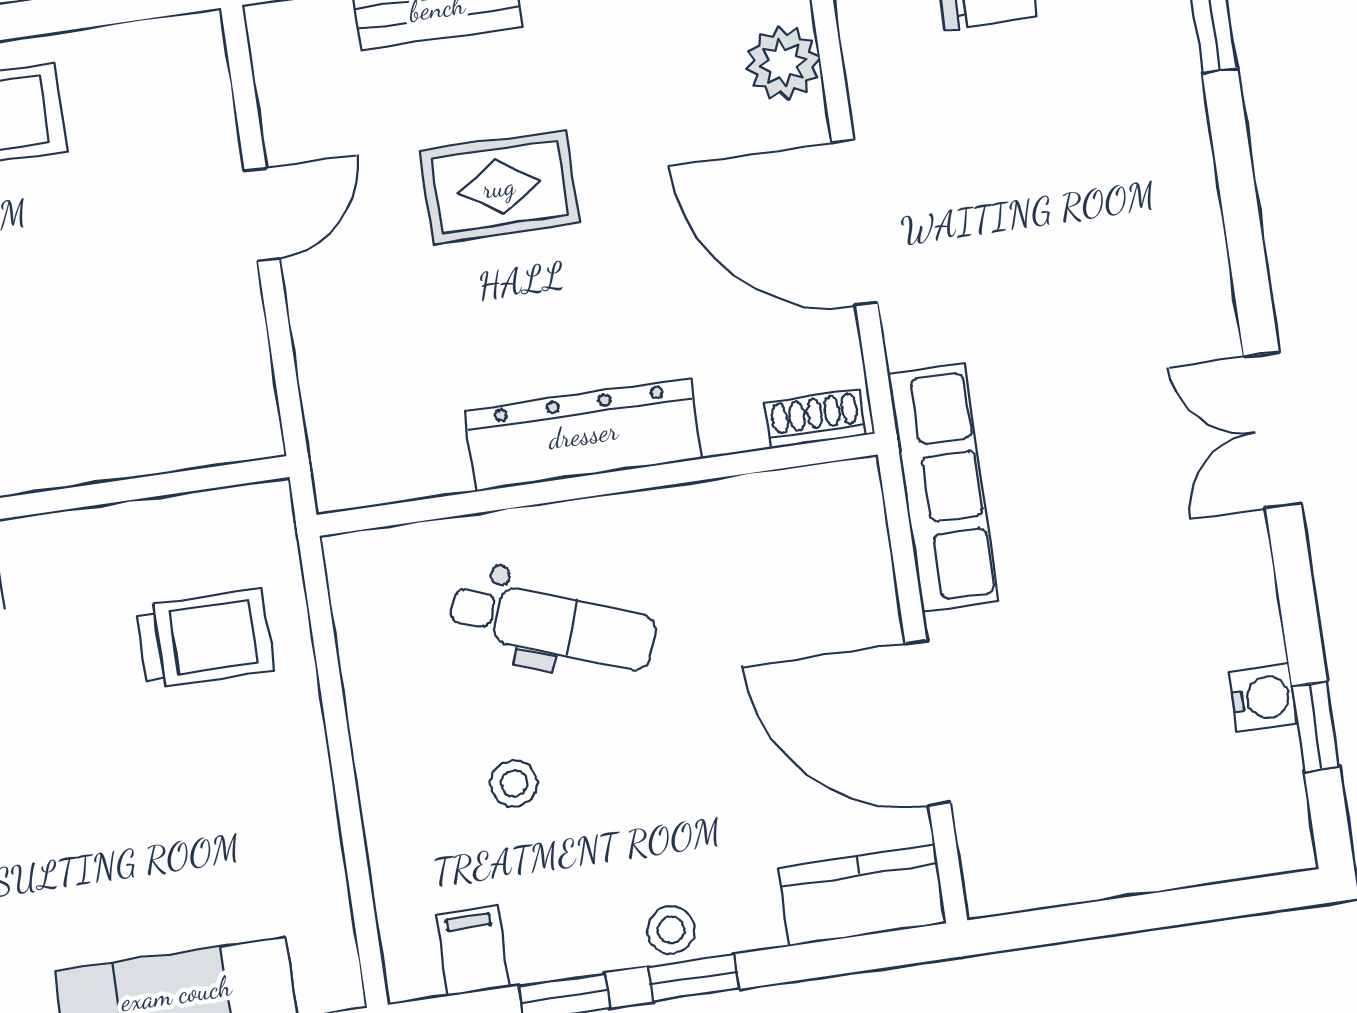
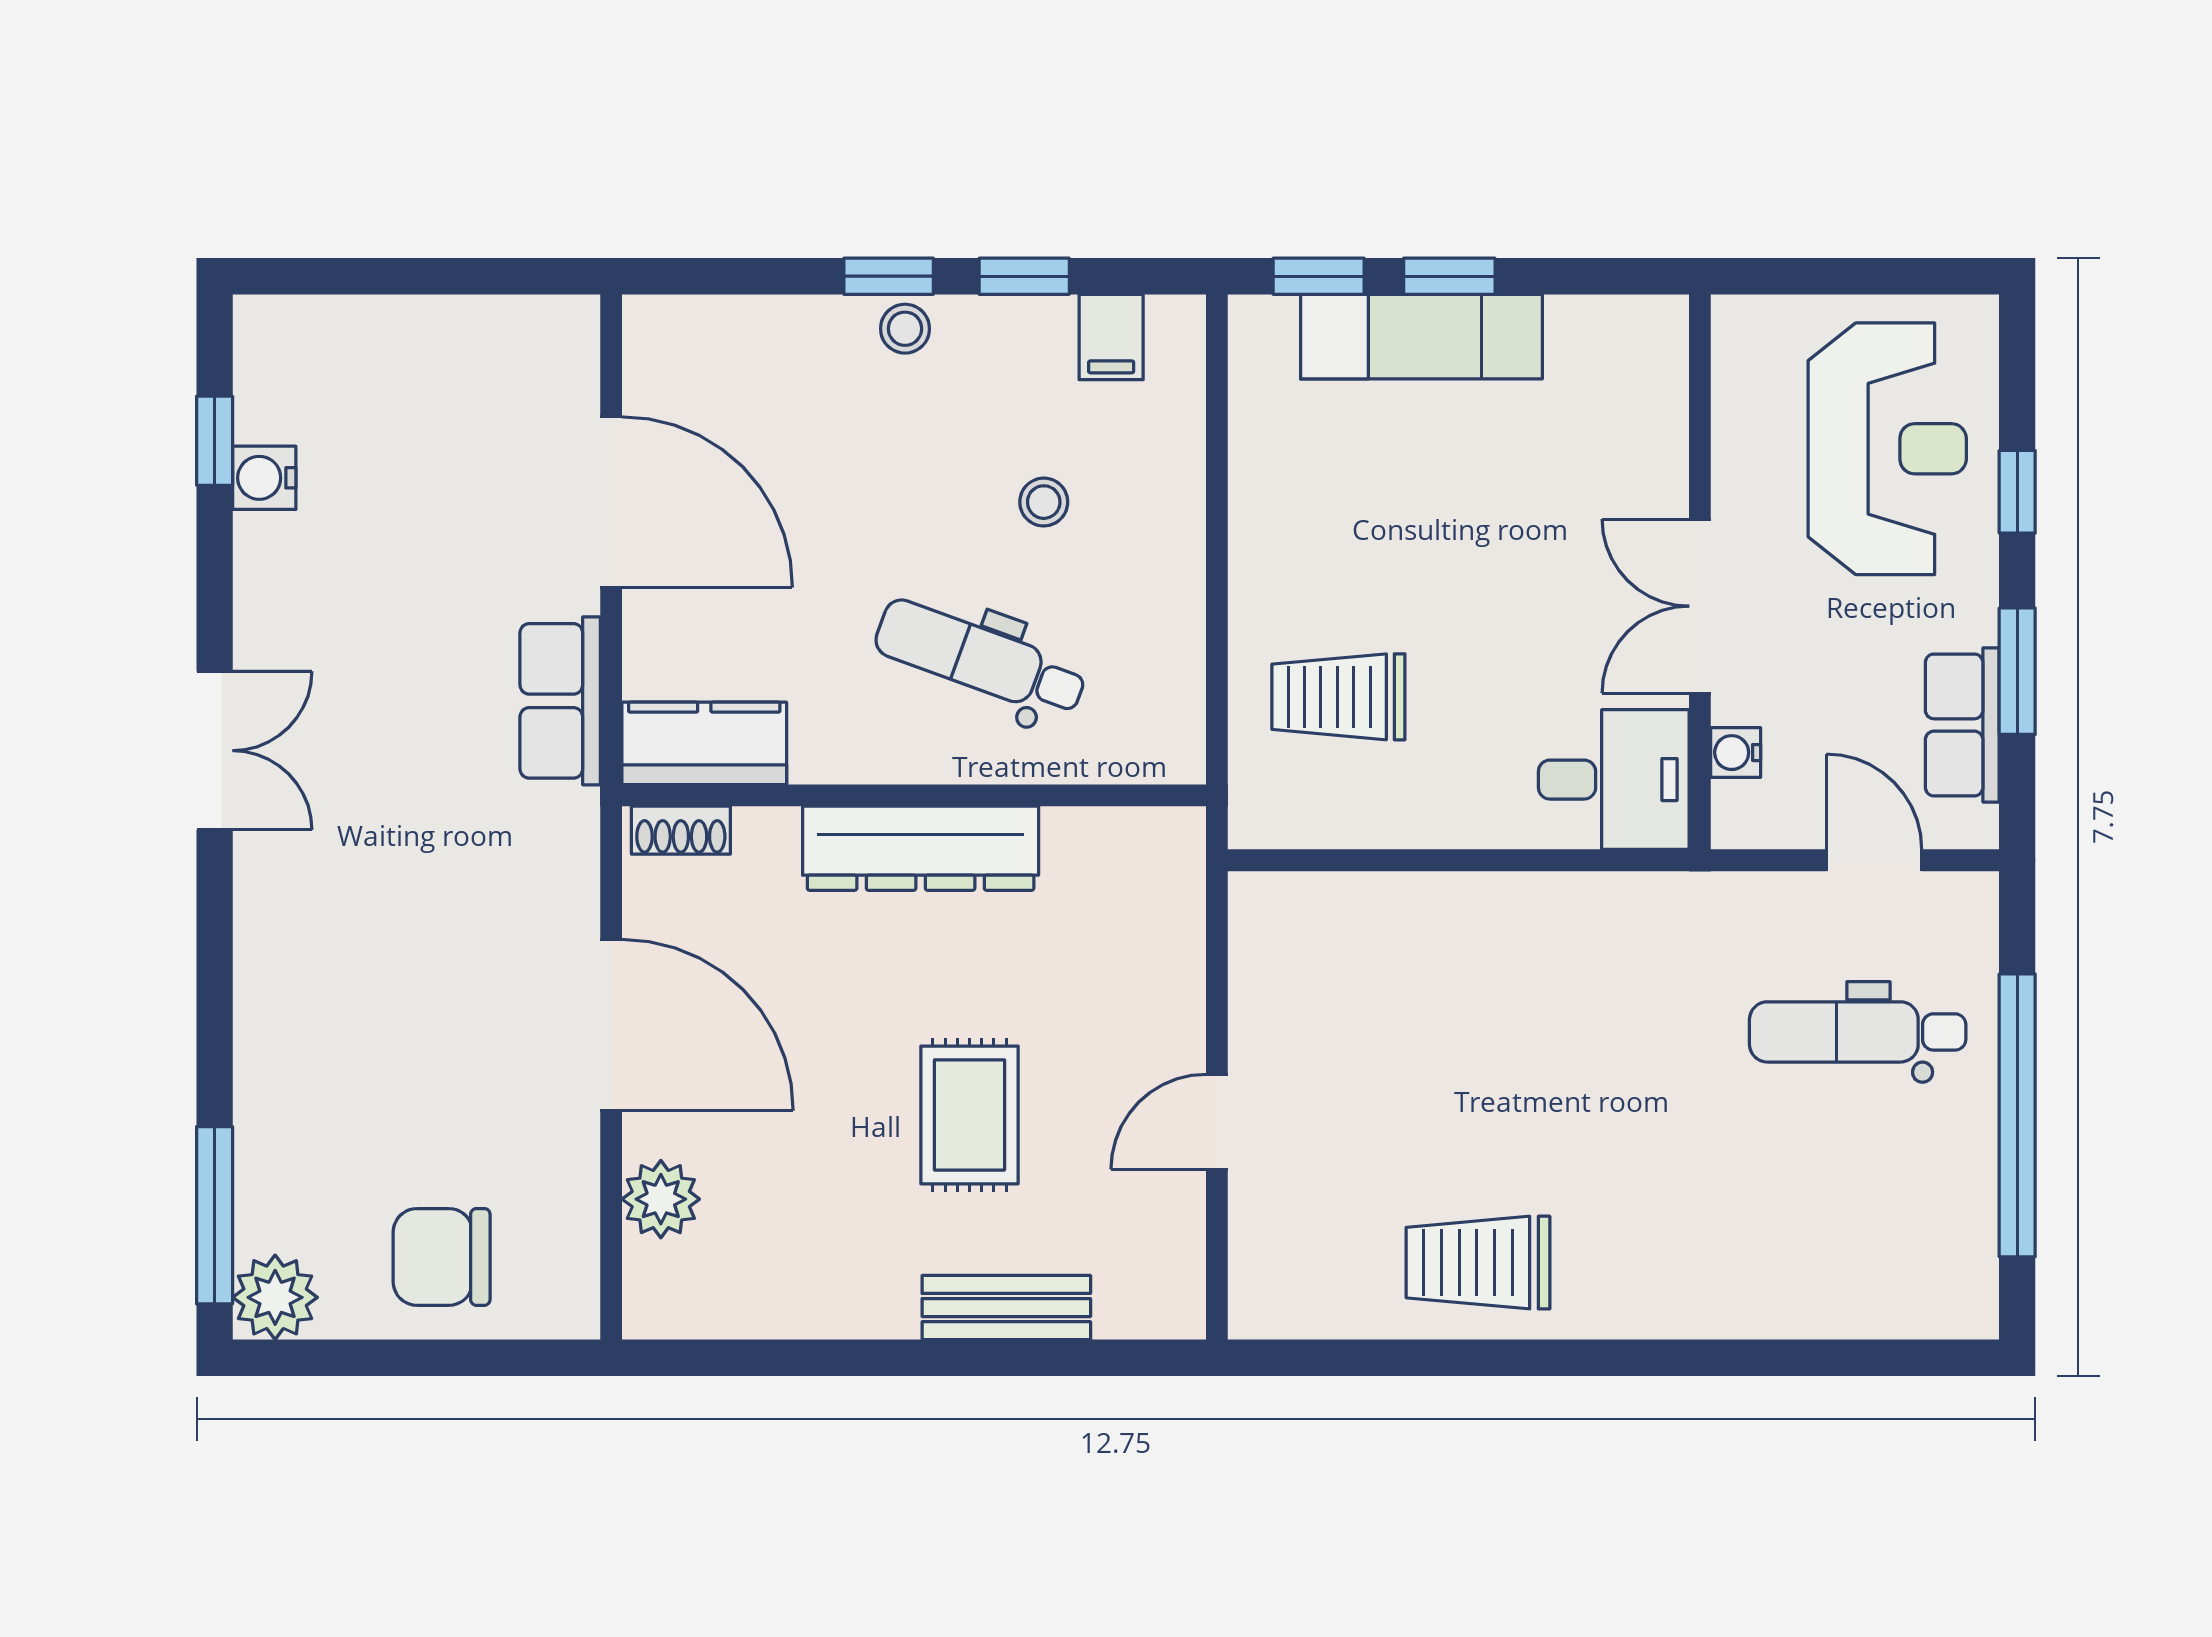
rug: (499, 187) -> (970, 1115), turned 90
row of seats: (943, 487) -> (560, 701), width x0.68
kitchen counter: (862, 895) -> (704, 743), moved, turned 180

